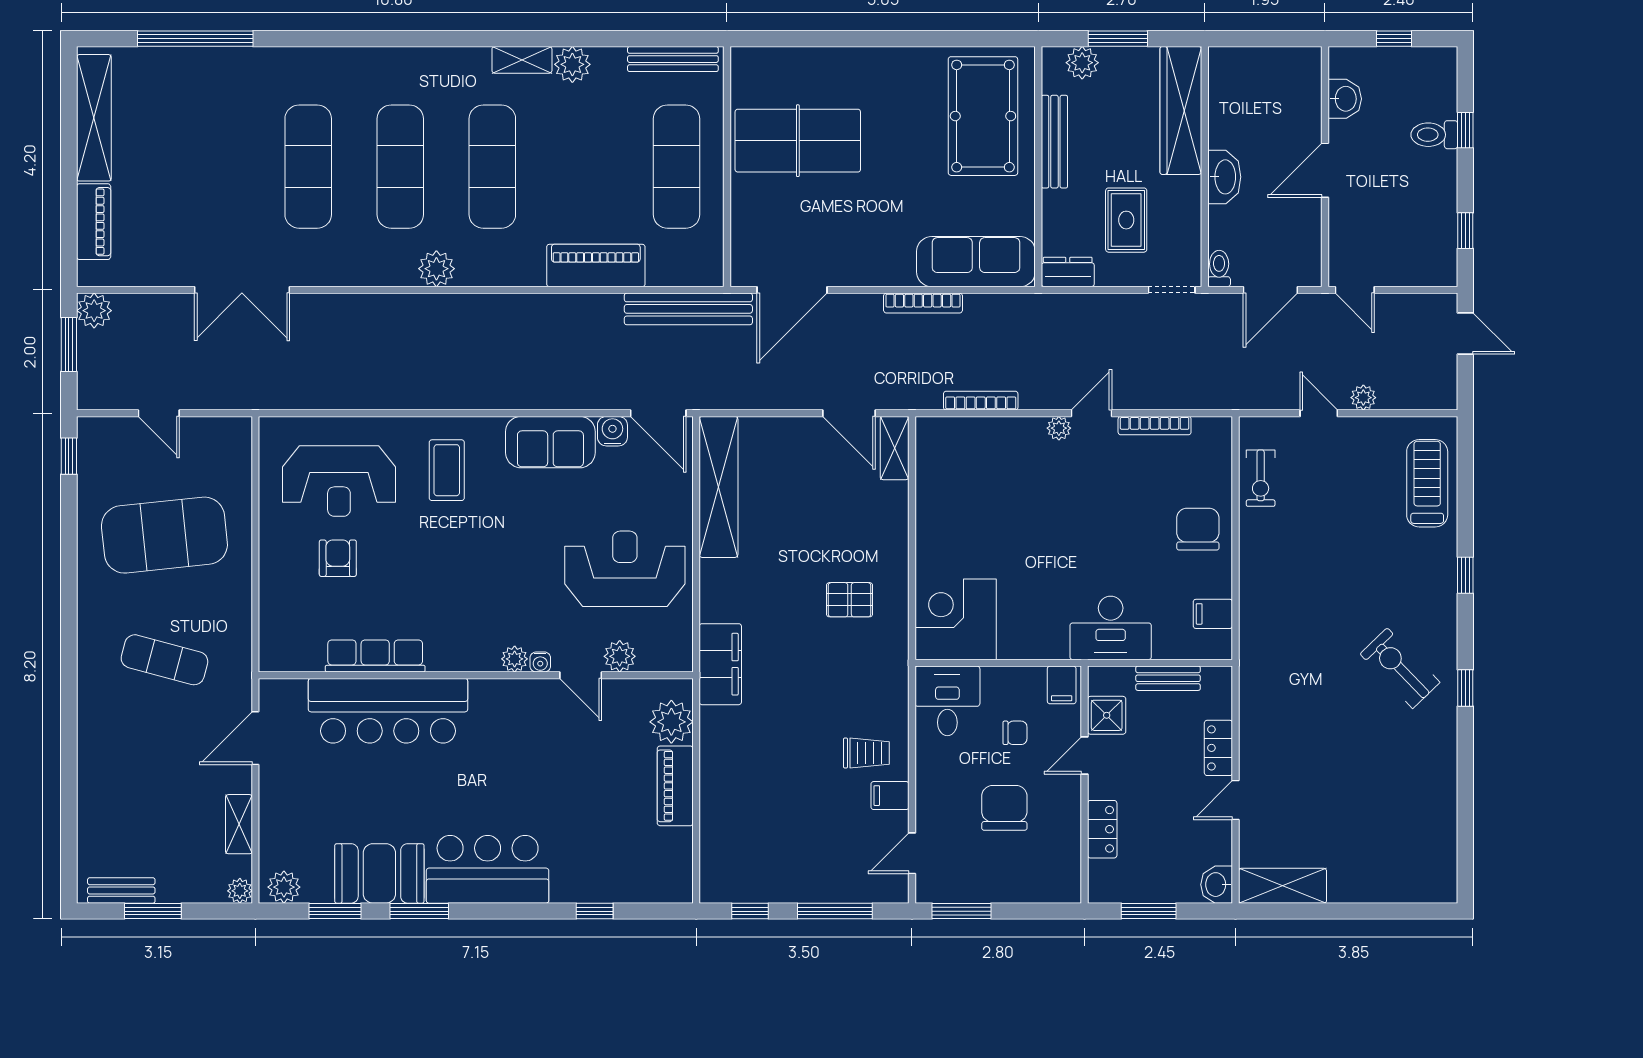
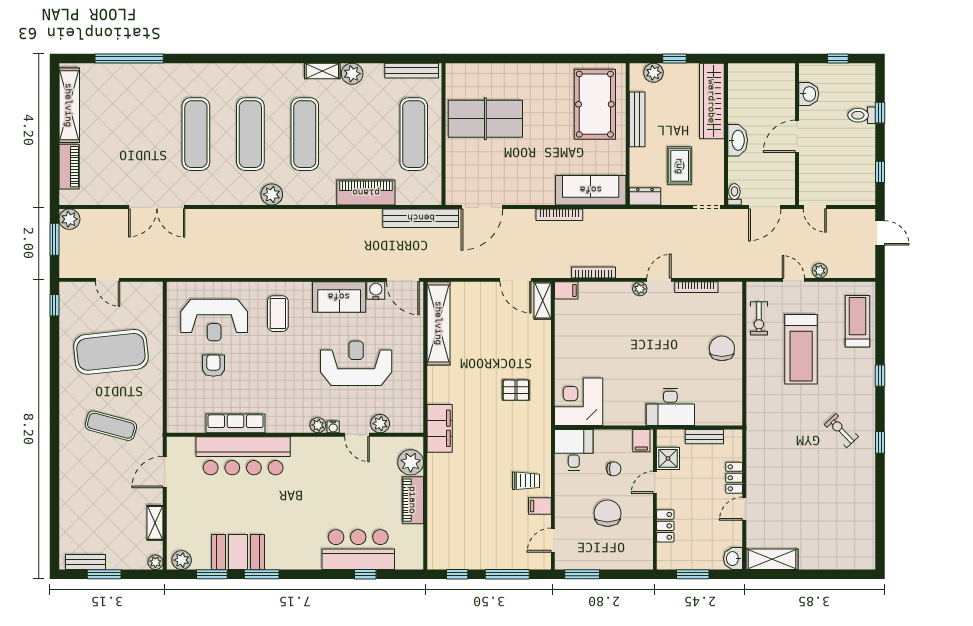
window: (1118, 39) -> (675, 58), width x0.67
treadmill: (1332, 530) -> (801, 349), added
reception desk: (625, 569) -> (356, 363), moved
filing cabinet: (1213, 614) -> (566, 290), moved, turned 180
exercise bike: (1400, 668) -> (841, 431), width x0.73, depth x0.72
bar counter: (488, 869) -> (358, 550), moved

